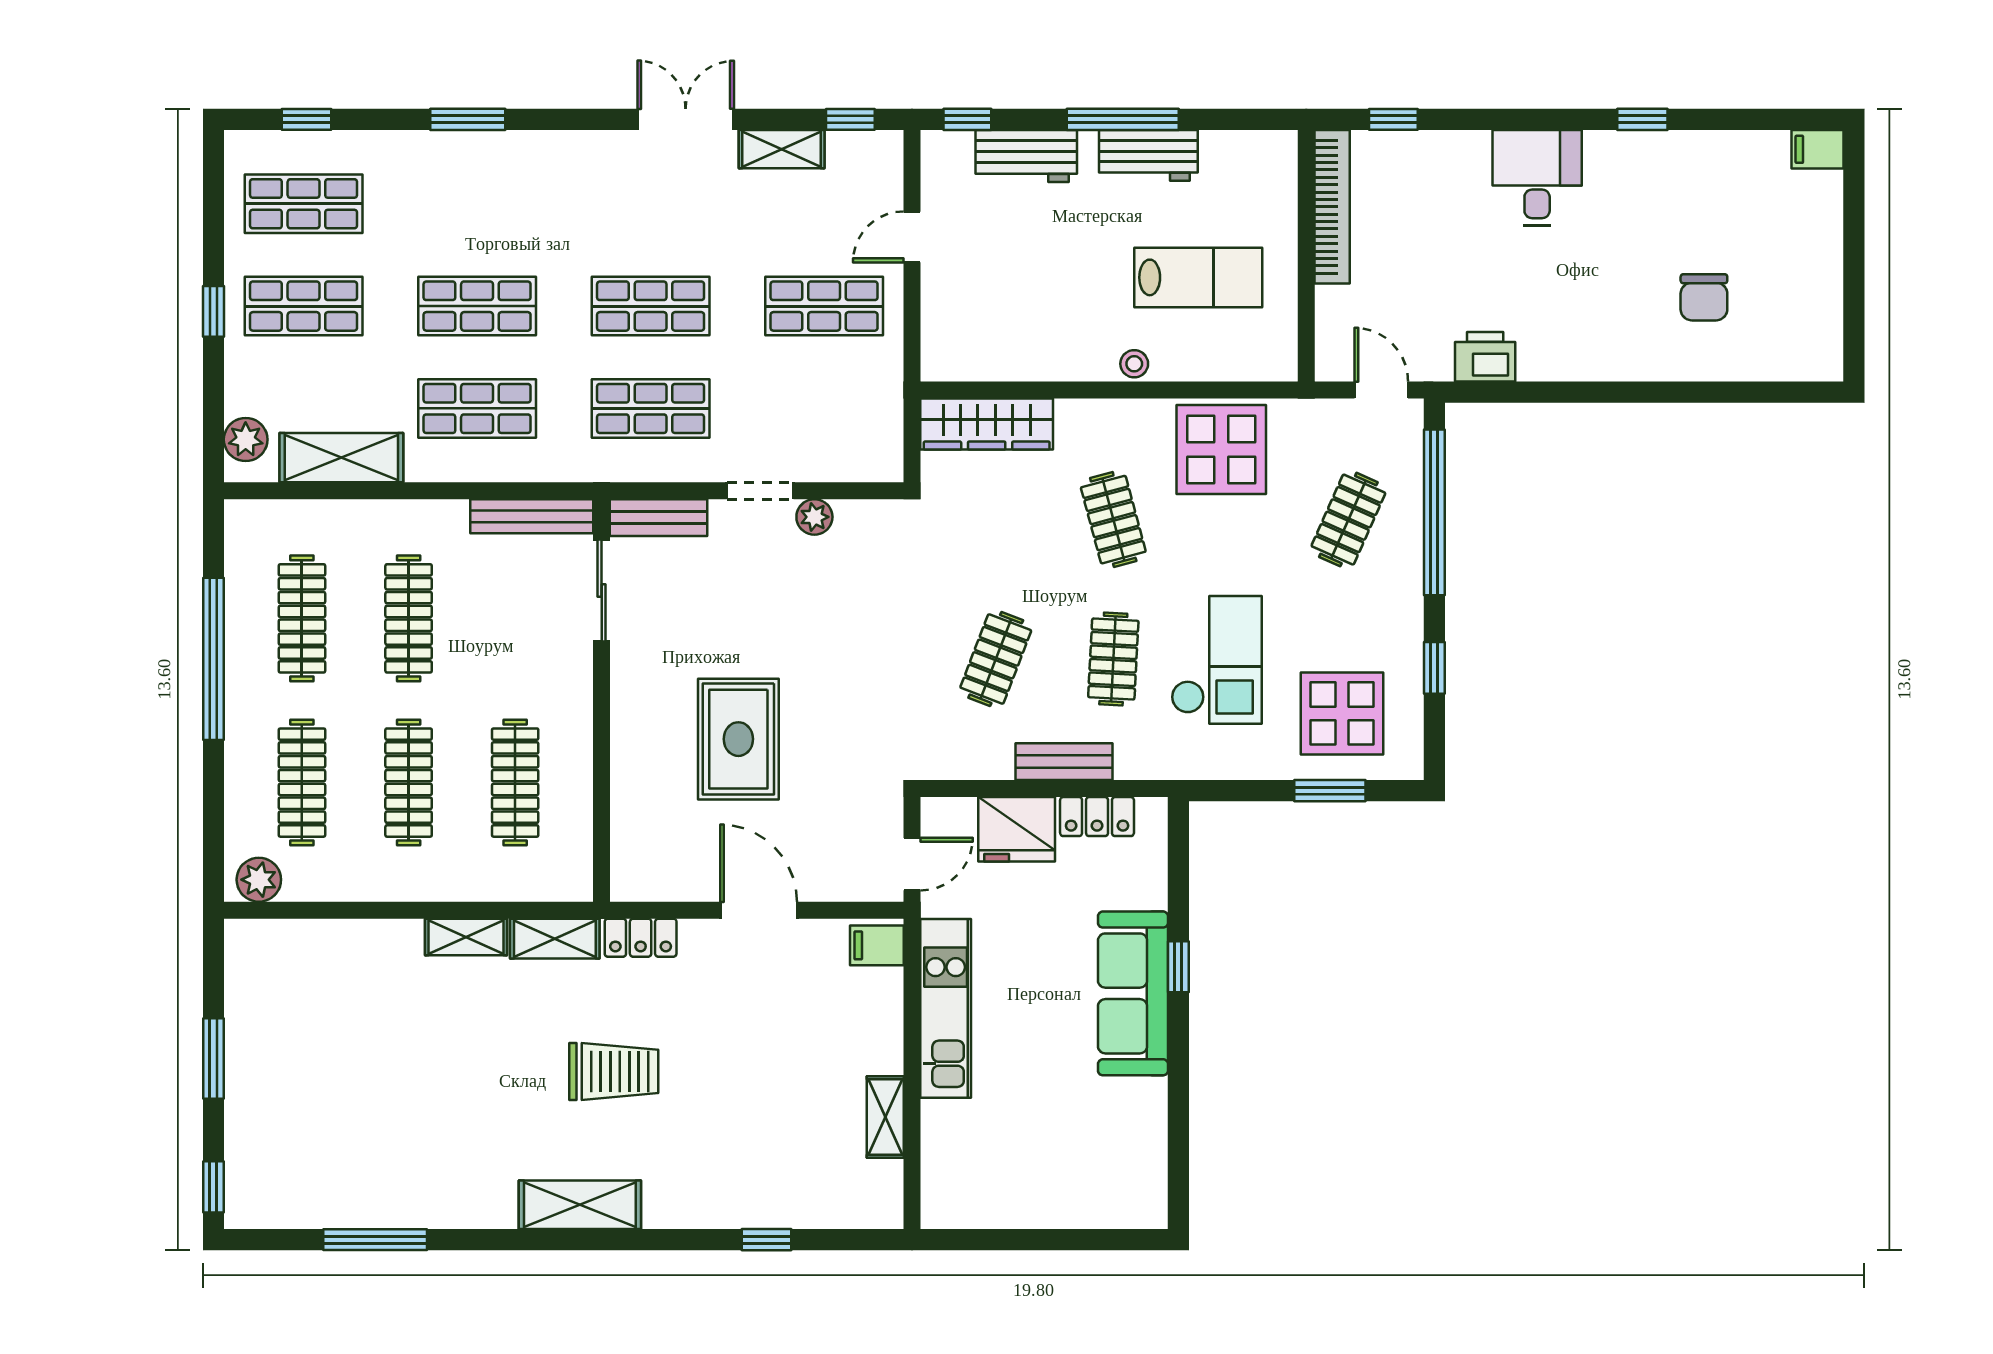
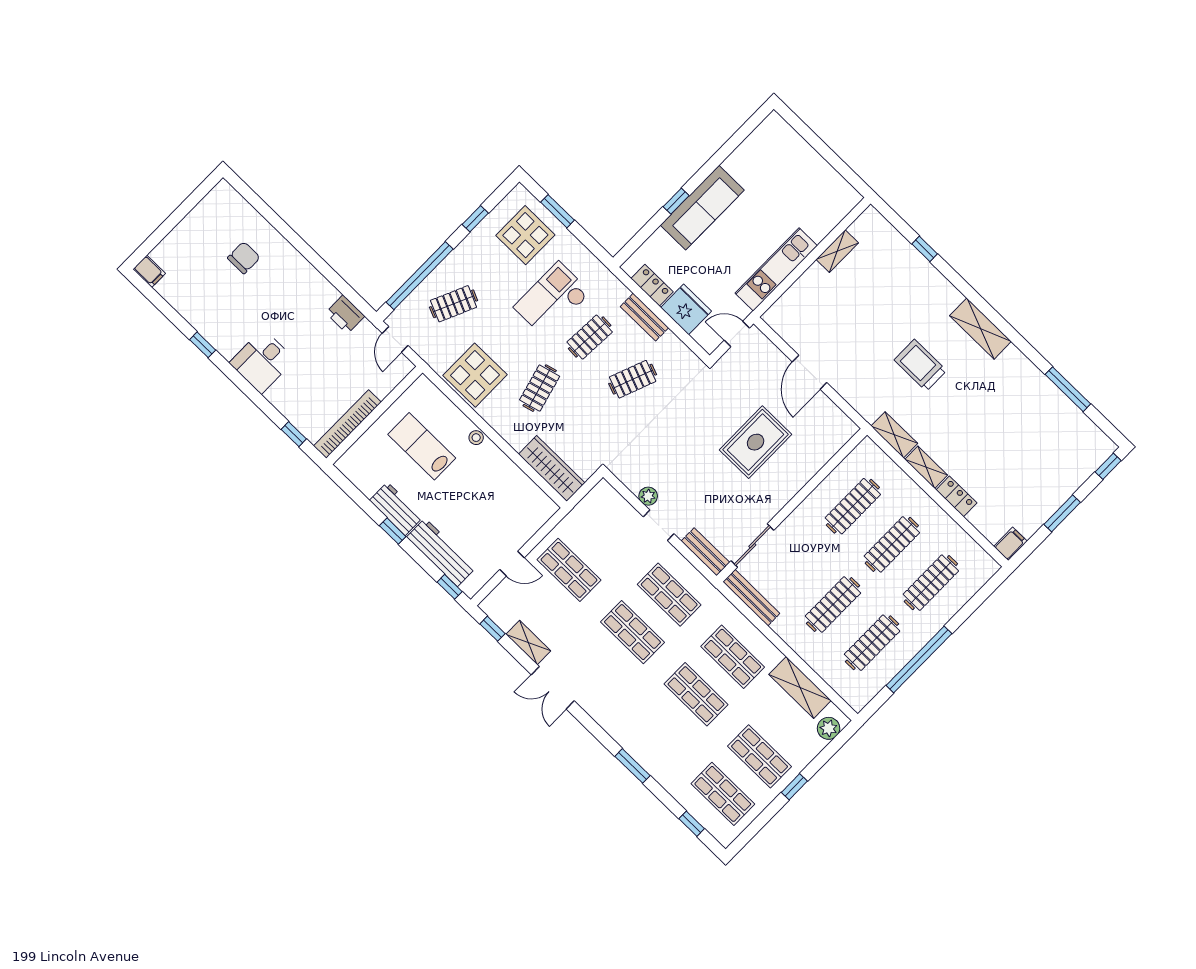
window: (1123, 119) -> (393, 531), width x0.46
workbench: (1026, 156) -> (441, 552), width x1.38
plant: (259, 880) -> (981, 563), removed
locker: (641, 938) -> (956, 496), moved
filing cabinet: (877, 945) -> (1010, 544), moved, turned -90

